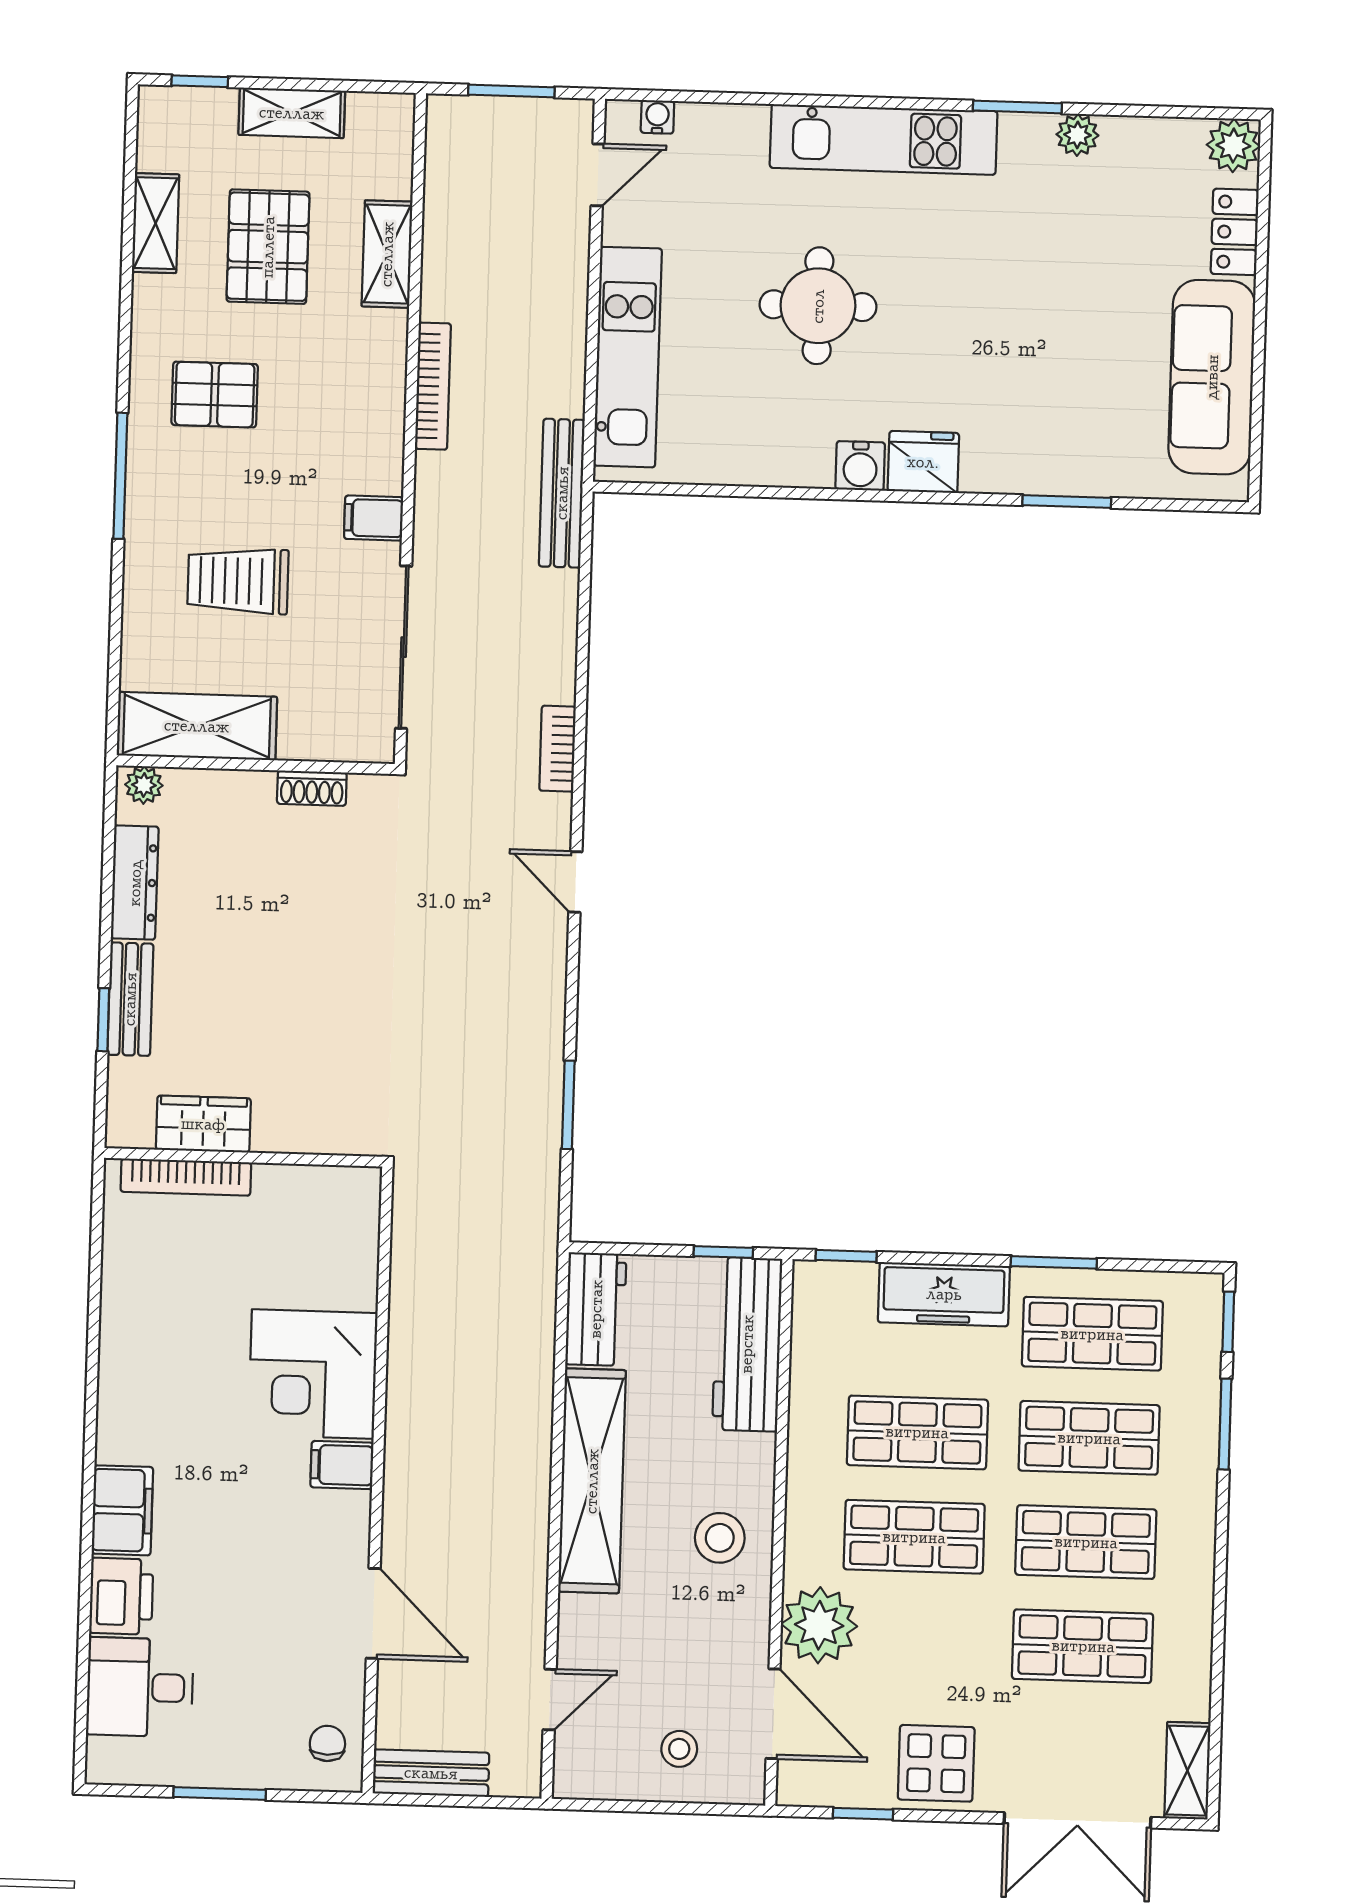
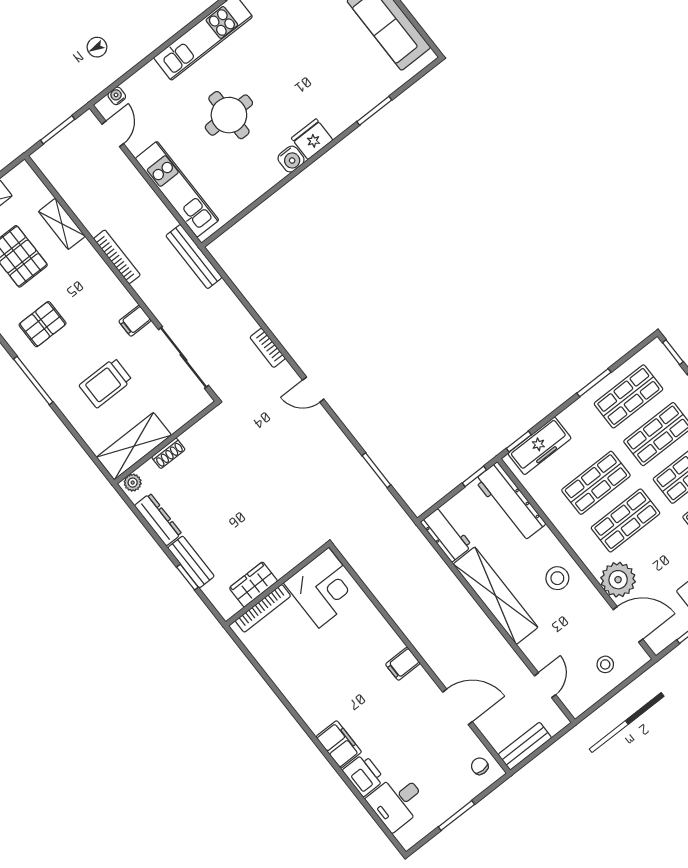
shoe rack: (312, 788) -> (168, 453), moved
freezer: (944, 1294) -> (540, 446), moved
corner desk: (313, 1374) -> (324, 588), moved, turned -90

